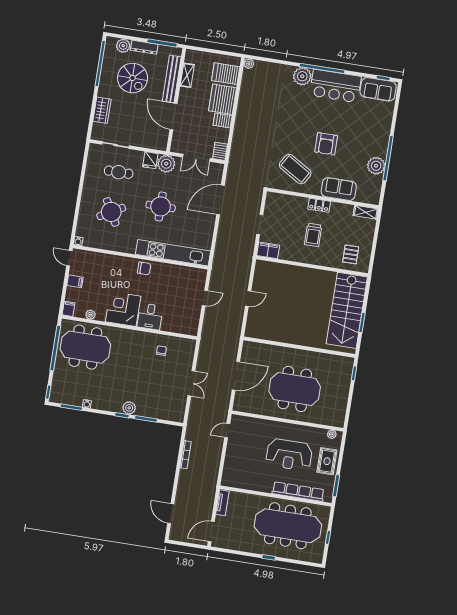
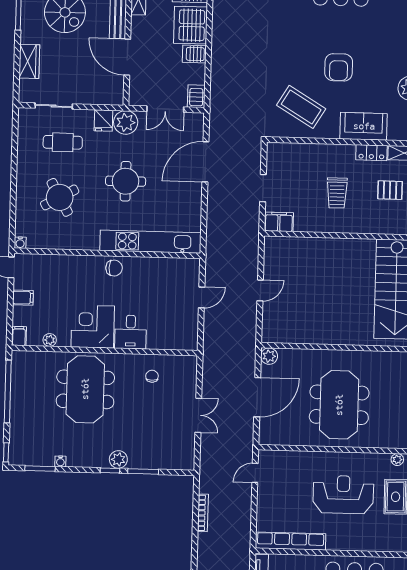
locker: (319, 205) -> (371, 153), moved
pallet: (351, 254) -> (390, 190), moved, turned 90
meeting table: (85, 347) -> (85, 389), moved, turned 90
plant: (248, 347) -> (269, 356), added
meeting table: (295, 389) -> (339, 405), turned 90
reception desk: (289, 455) -> (343, 495), turned 180
row of seats: (298, 492) -> (291, 541), moved

